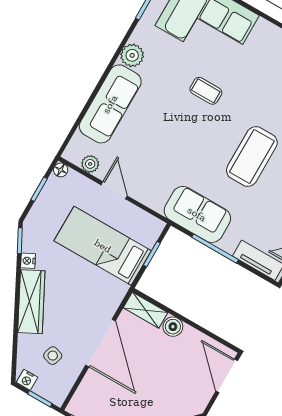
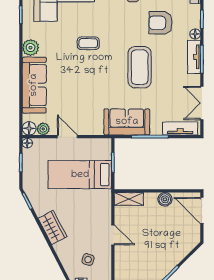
floor lamp: (73, 153) -> (29, 128), added
nightstand: (28, 261) -> (39, 210), removed
wardrobe: (31, 302) -> (52, 228), width x0.67
boiler: (173, 327) -> (165, 199), moved
door: (100, 343) -> (113, 235), width x0.53

